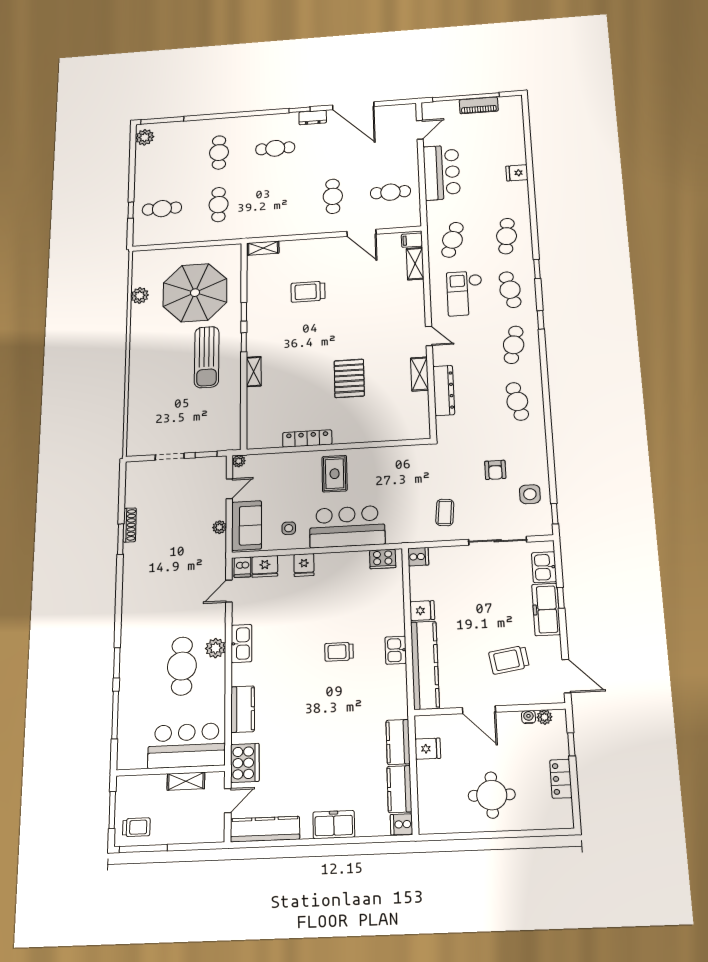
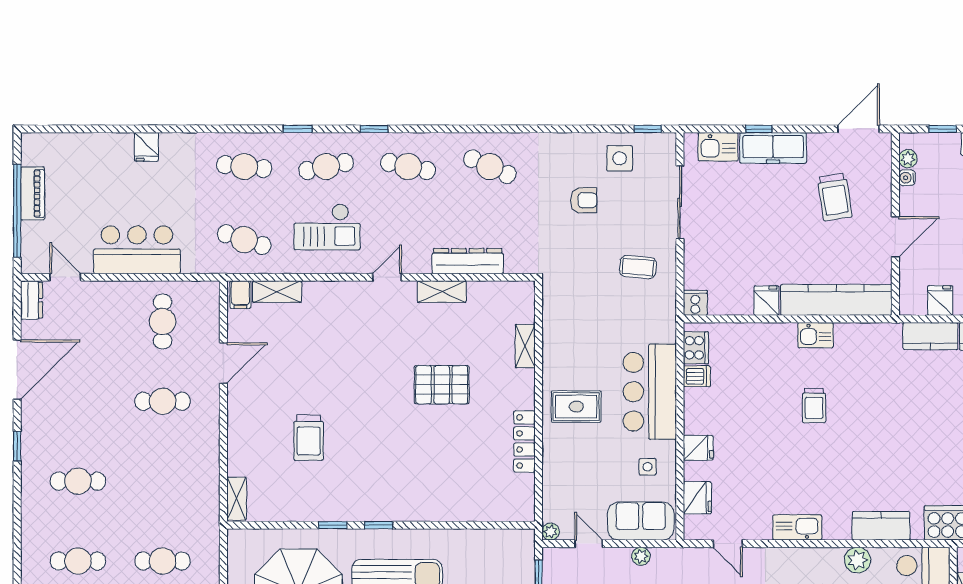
dresser: (313, 117) -> (32, 300), moved
cafe table: (275, 148) -> (78, 481), turned 90
shelving: (254, 372) -> (525, 346), moved, turned 90
cafe table: (517, 401) -> (490, 167), turned 36
dishwasher: (242, 567) -> (697, 376), moved
plant: (216, 648) -> (858, 560), moved

